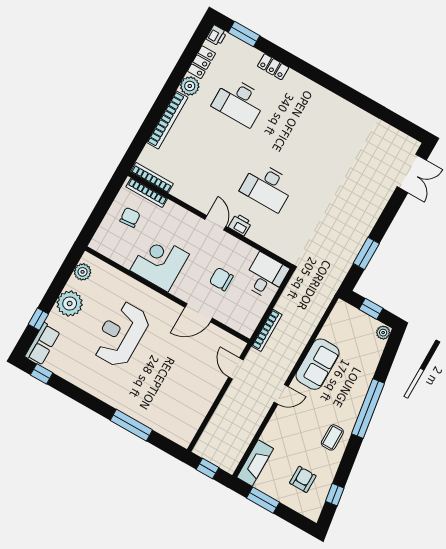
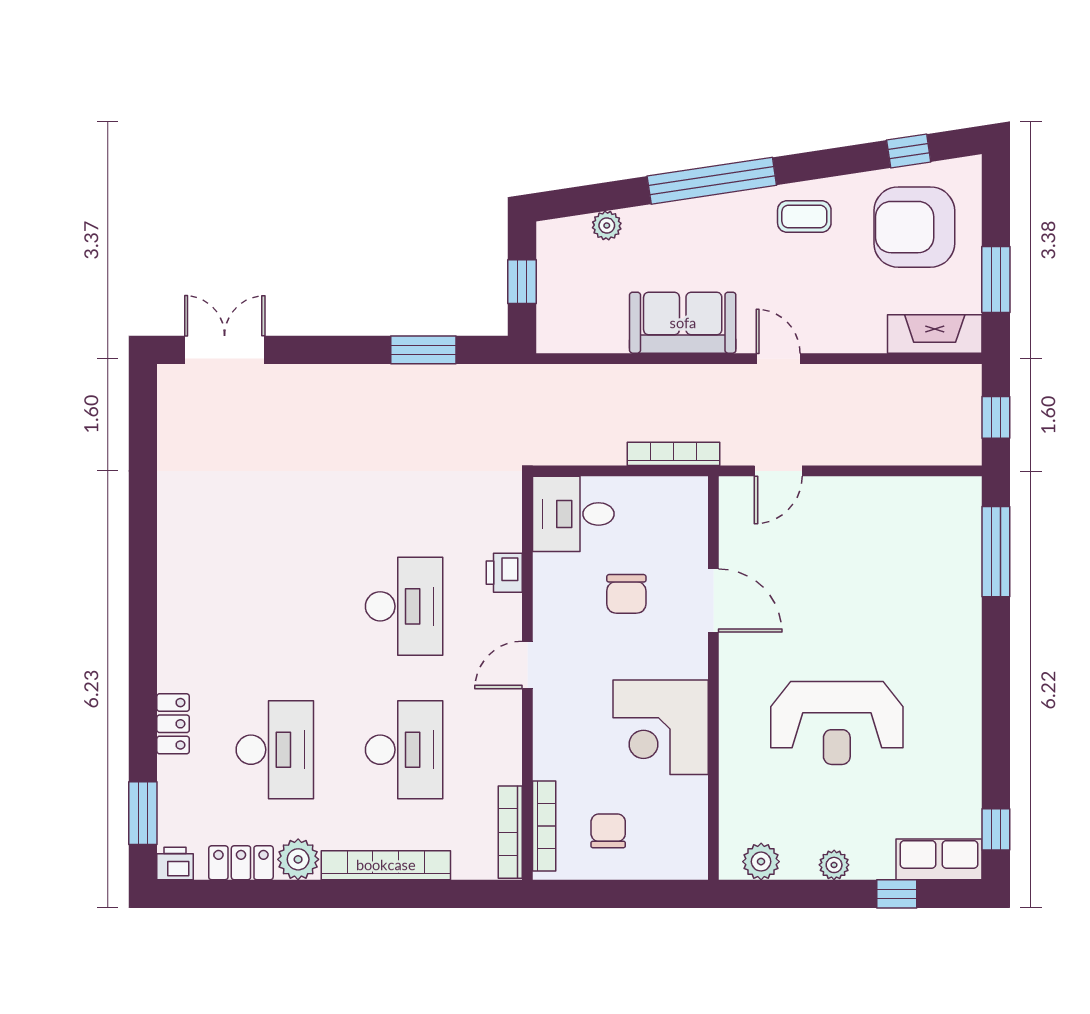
desk: (210, 154) -> (404, 750), added
chair: (130, 217) -> (608, 831), turned 95
printer: (240, 225) -> (504, 573), moved
plant: (70, 304) -> (834, 865), width x0.53, depth x0.53
plant: (383, 333) -> (607, 226), moved
window: (131, 425) -> (996, 552), moved
armchair: (303, 479) -> (914, 227), width x1.88, depth x1.88

